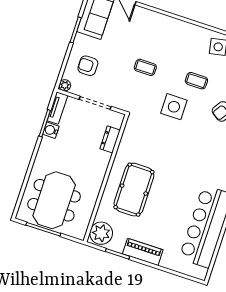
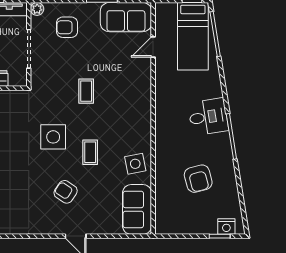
armchair: (88, 66) -> (67, 27), turned -90

